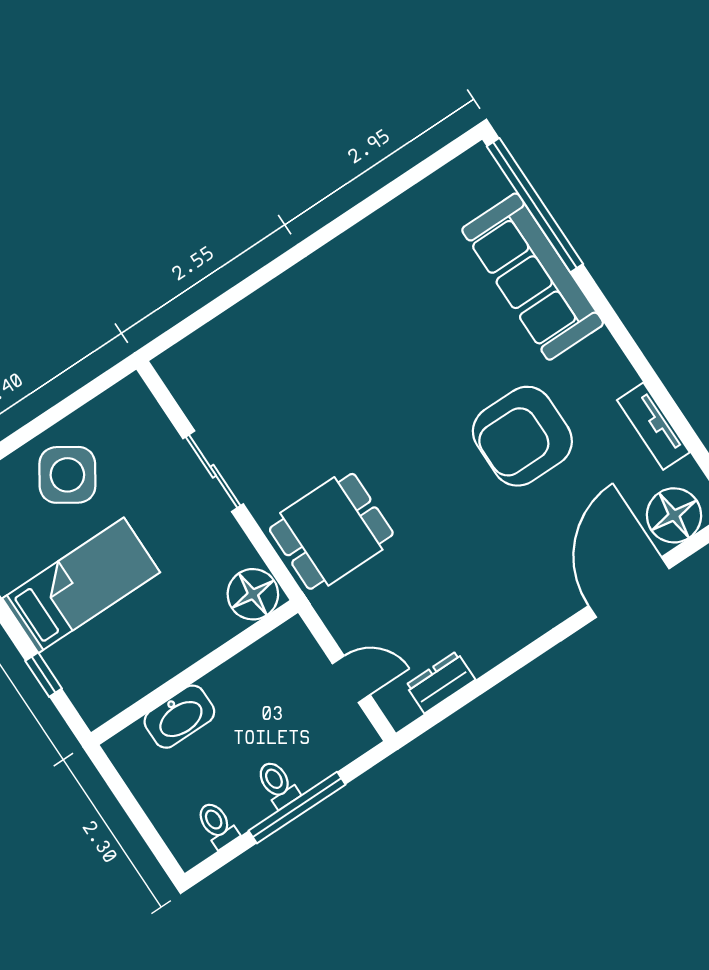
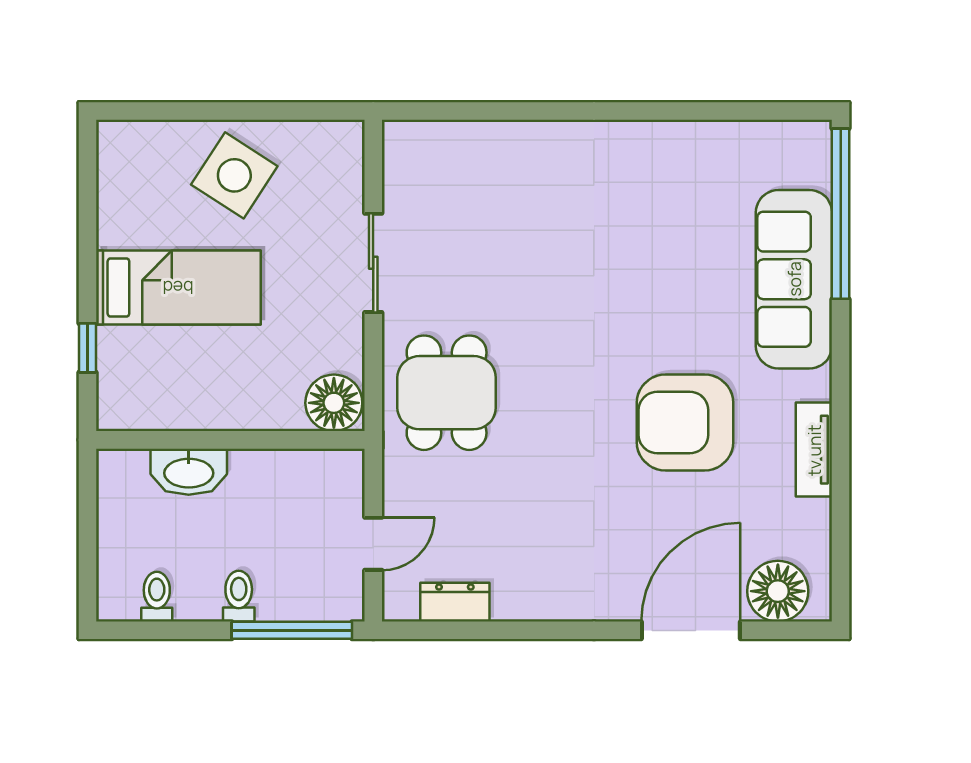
tv unit: (653, 426) -> (814, 450), moved
dining table: (331, 531) -> (447, 393), turned 90
door: (351, 679) -> (373, 544), hinge flipped
window: (297, 808) -> (292, 630), moved

